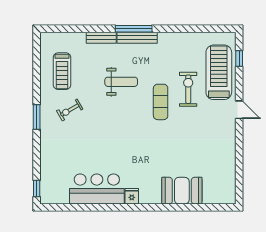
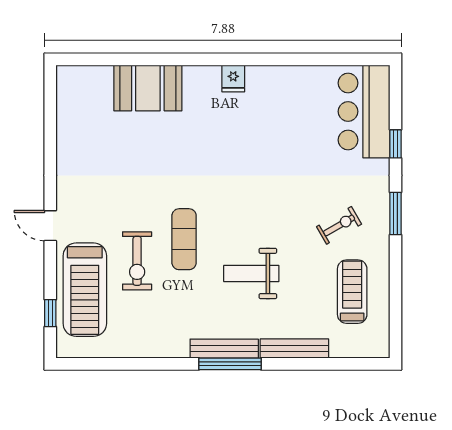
bench: (101, 38) -> (294, 349), width x1.36
window: (37, 188) -> (395, 144), moved
bar counter: (97, 189) -> (364, 111), moved, turned 90

